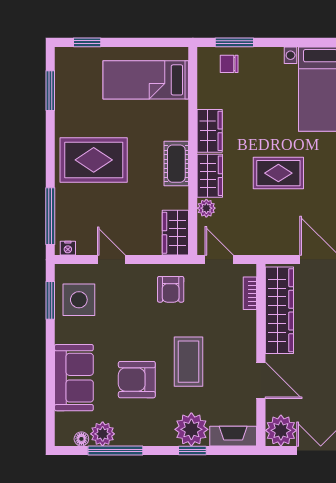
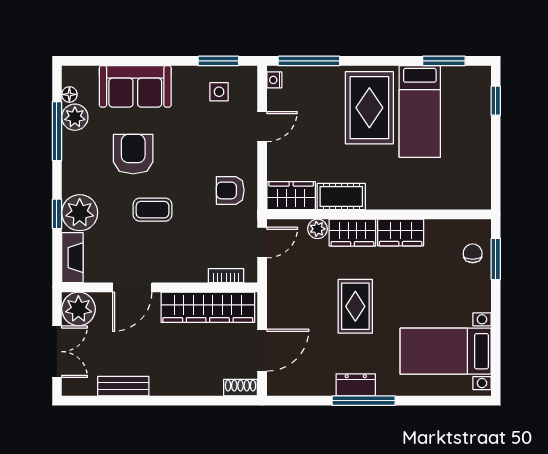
bed: (146, 80) -> (420, 112), moved, turned 180
cot: (176, 164) -> (341, 197), moved
side table: (79, 300) -> (219, 92), width x0.54, depth x0.54
coffee table: (188, 362) -> (153, 210), width x0.73, depth x0.77

